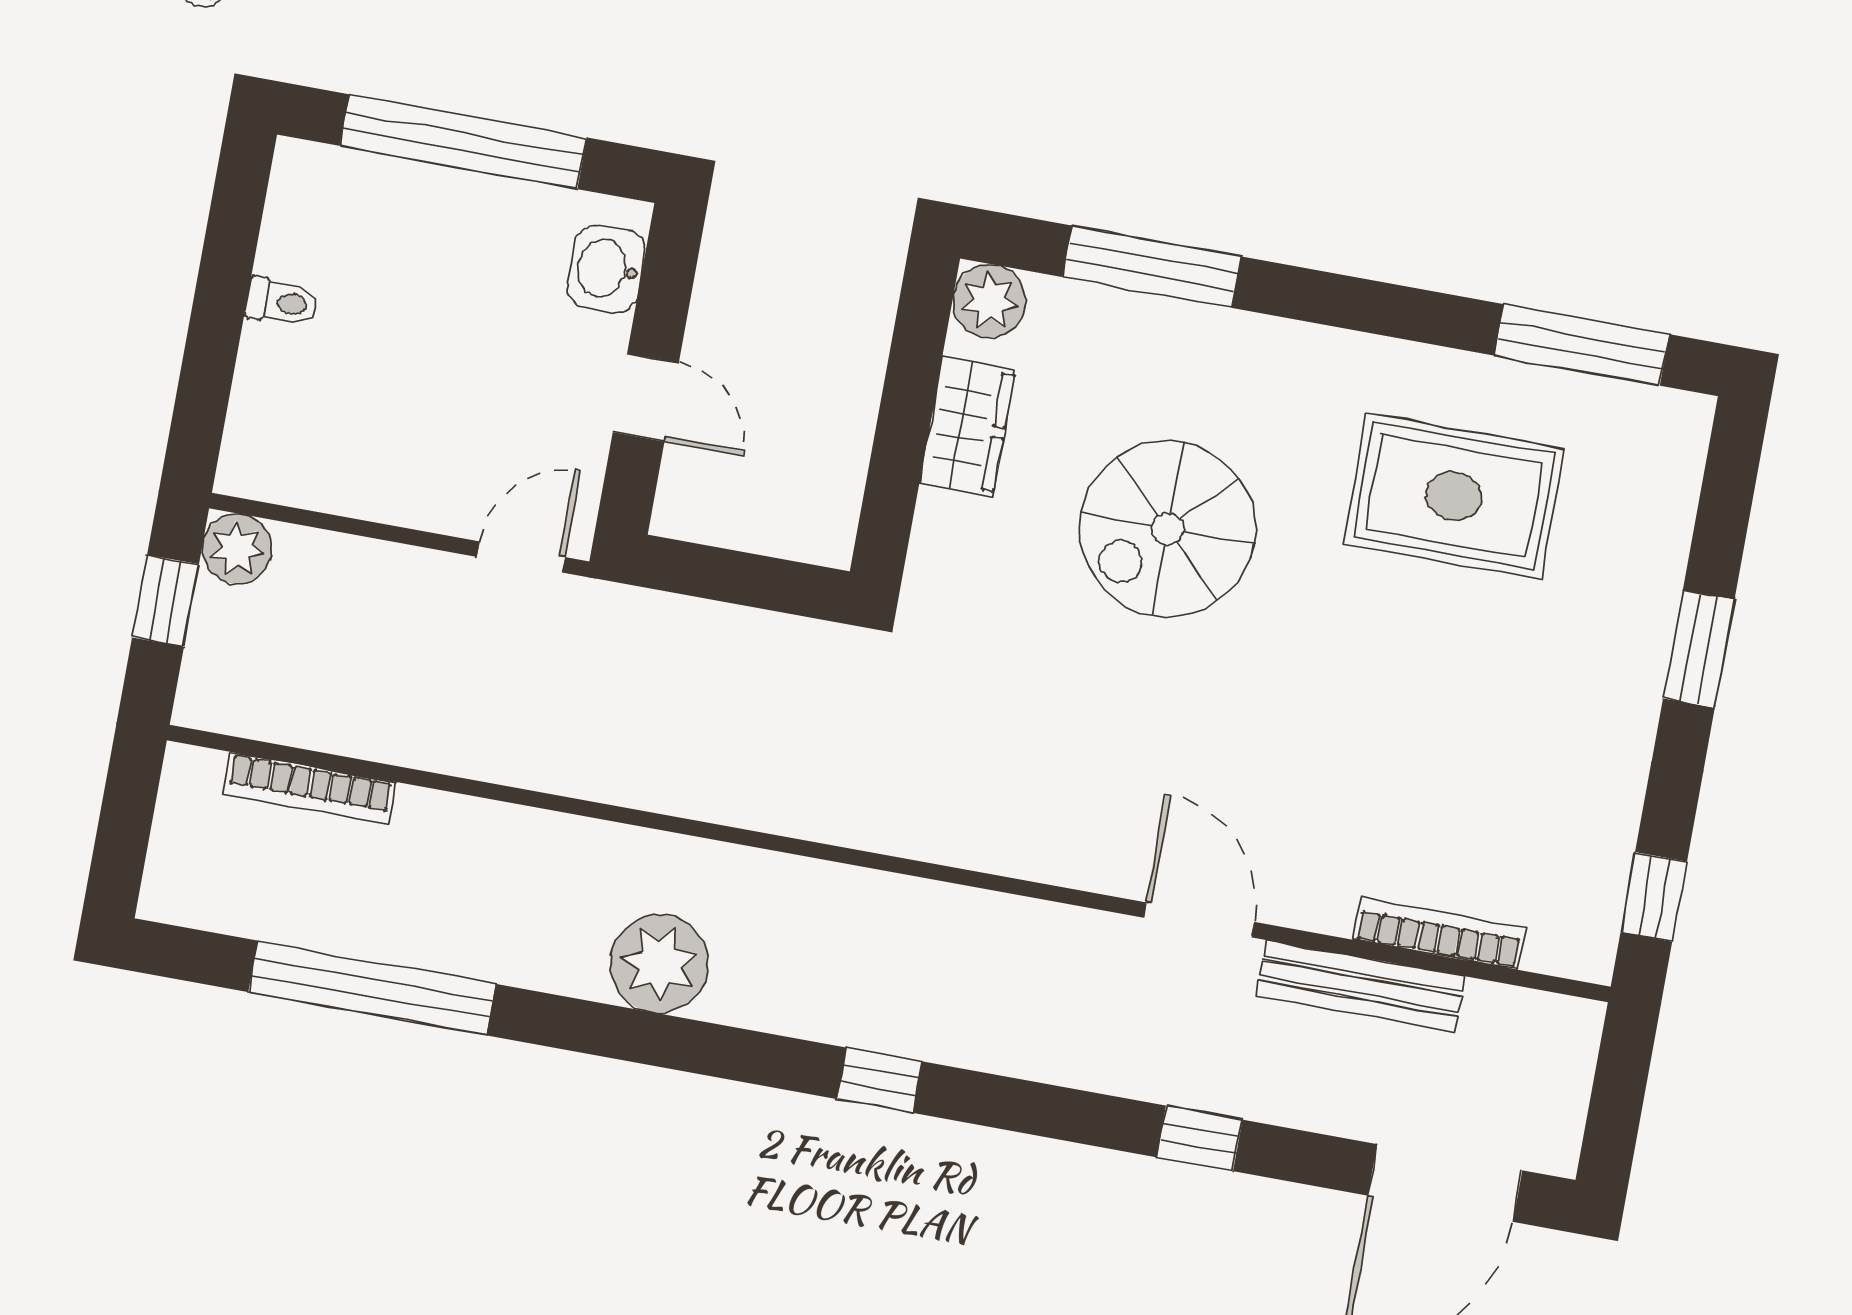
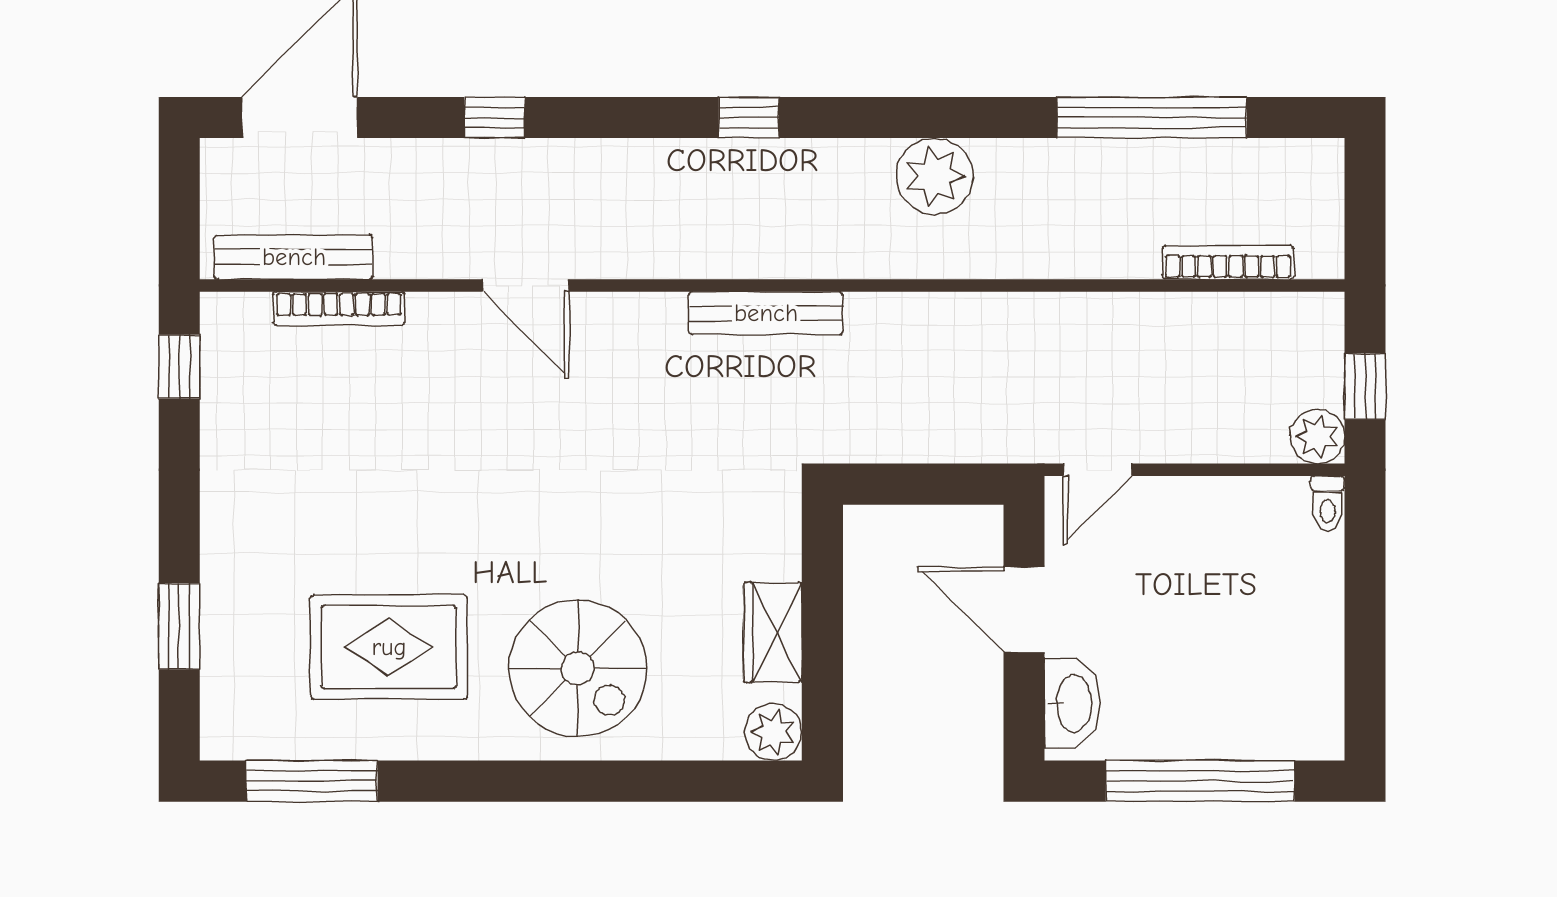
window: (1152, 267) -> (653, 781), removed
washbasin: (607, 269) -> (1072, 703), width x1.38
toilet: (282, 302) -> (1328, 503), moved, turned -90
door: (646, 398) -> (1024, 610), width x1.38
spiral stairs: (1168, 529) -> (578, 669), moved, turned 90
window: (1699, 649) -> (179, 626), moved
bench: (903, 830) -> (766, 313), added
bench: (1360, 986) -> (294, 257), moved

